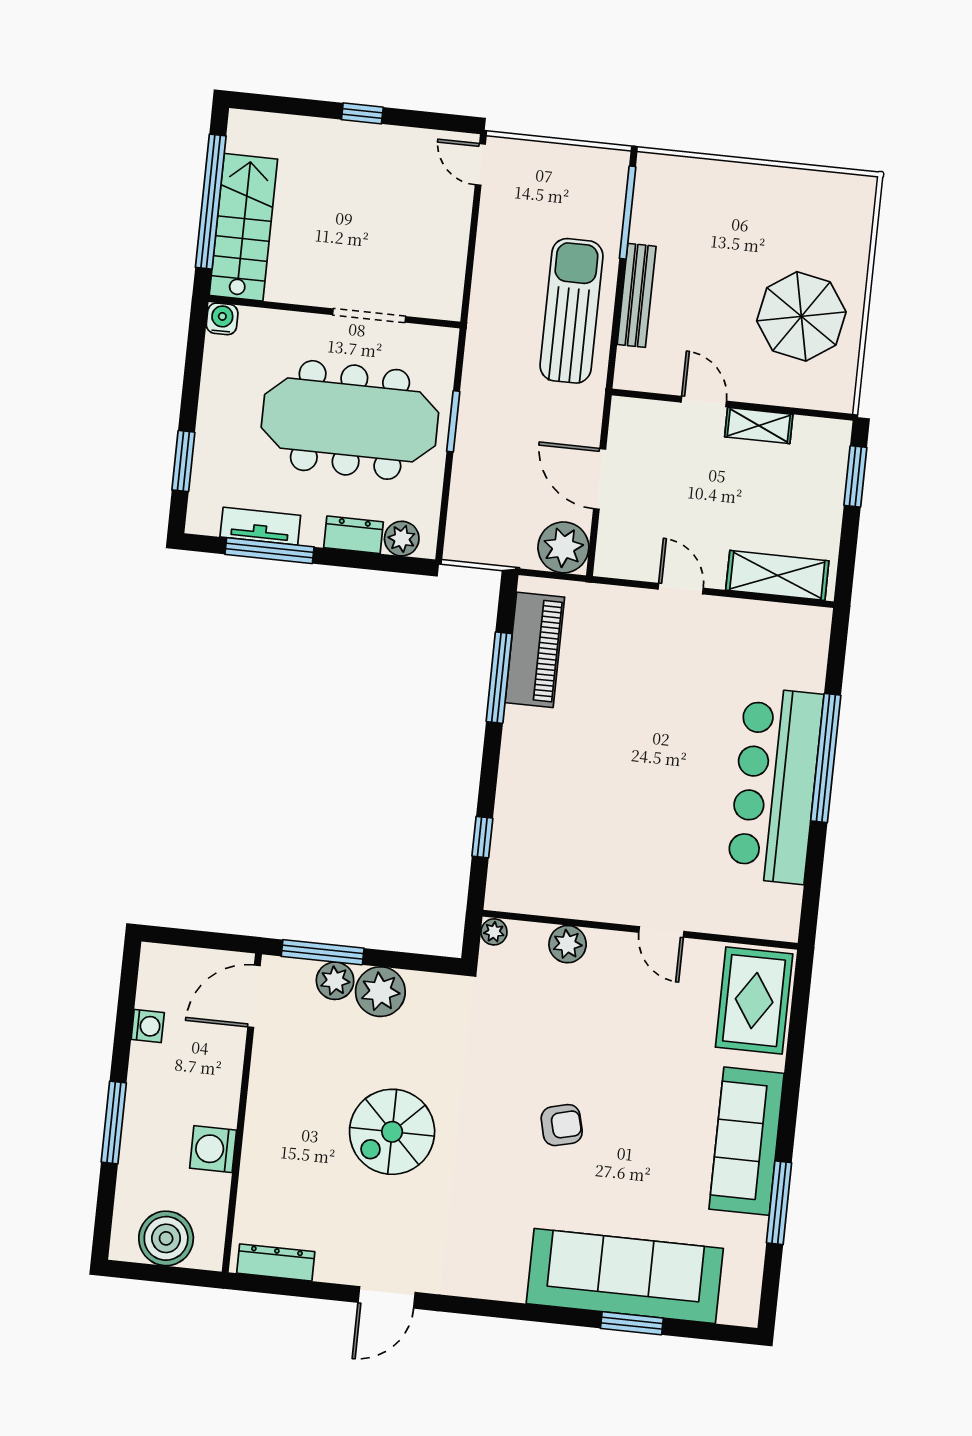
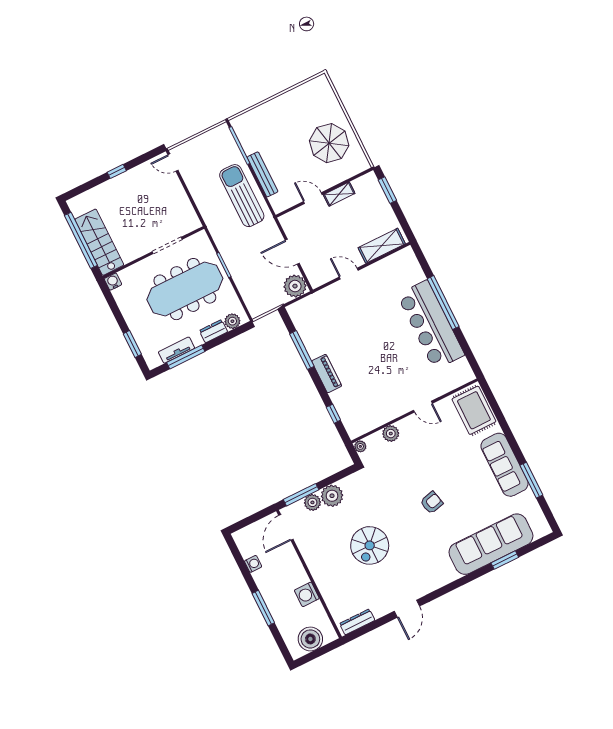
piano: (535, 650) -> (327, 374), moved, width x0.73, depth x0.75

